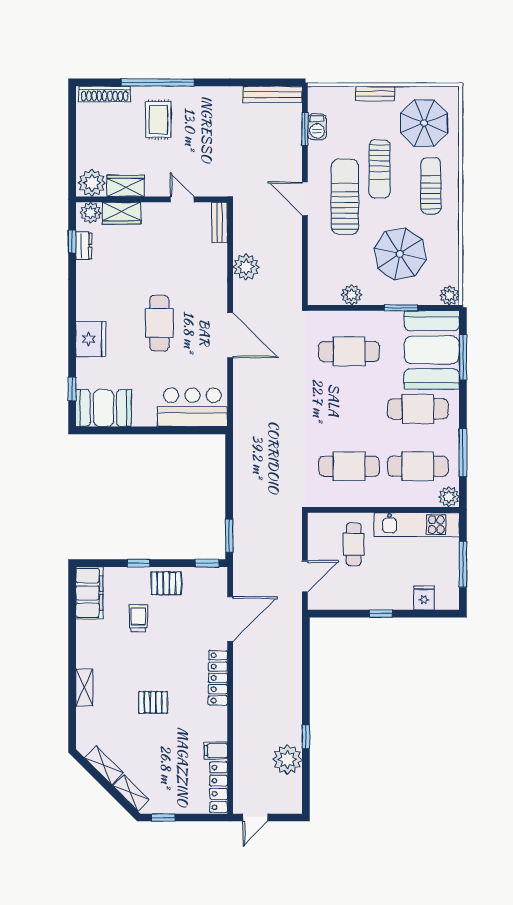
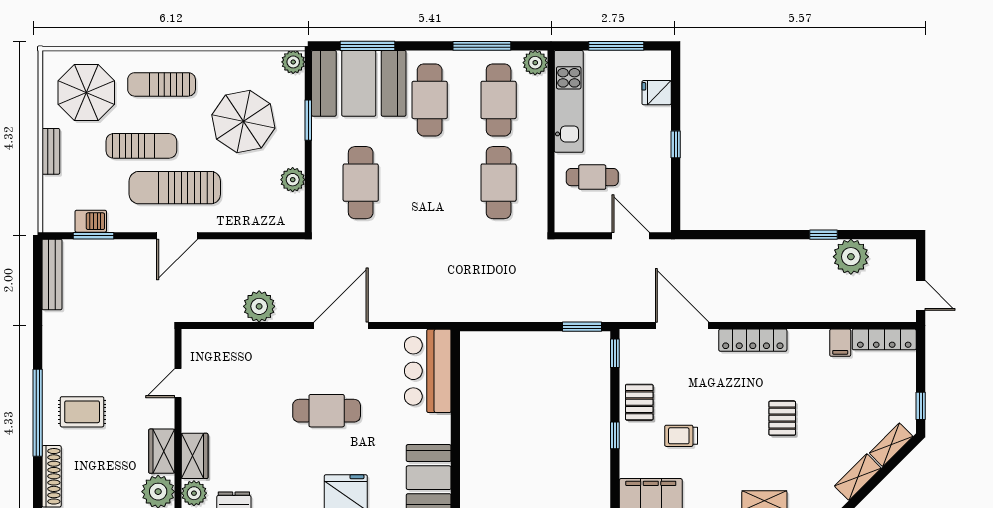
bench: (220, 222) -> (206, 338), removed

